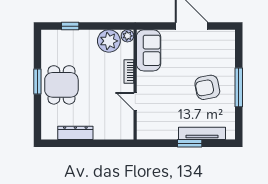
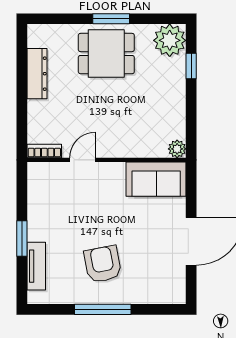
plant: (109, 41) -> (170, 40), moved
bookcase: (129, 71) -> (44, 151), moved
tv unit: (202, 133) -> (36, 266), width x0.71

